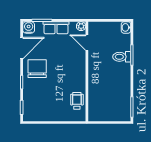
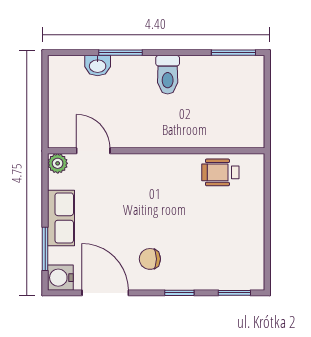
washbasin: (126, 27) -> (98, 66), moved
door: (87, 43) -> (93, 151), swing flipped
toilet: (122, 57) -> (168, 75), moved
chair: (37, 69) -> (150, 259), width x0.54, depth x0.54

